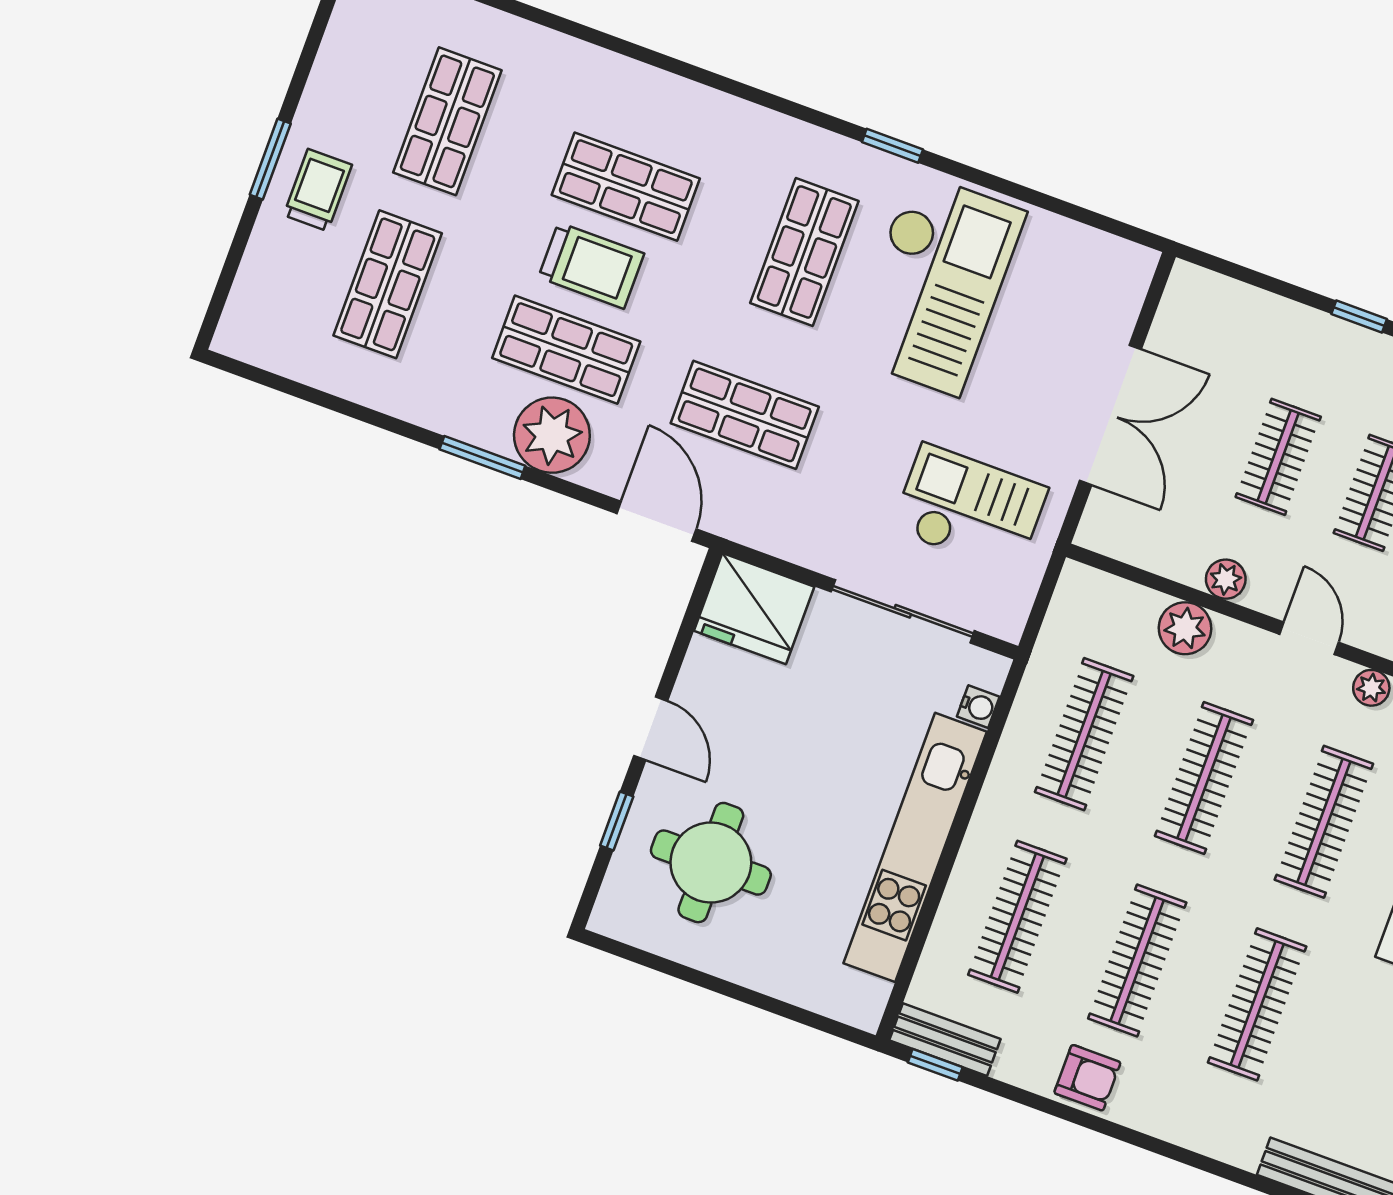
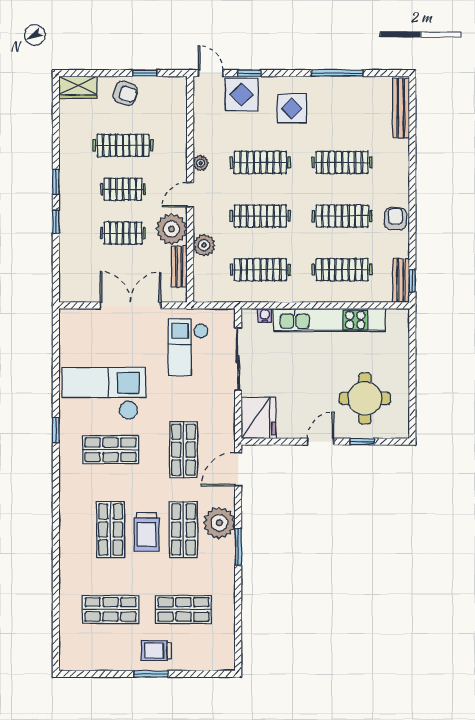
trolley: (591, 266) -> (147, 532), turned 180
bench: (1157, 555) -> (179, 267), added
plant: (1226, 579) -> (172, 229), width x1.88, depth x1.88

